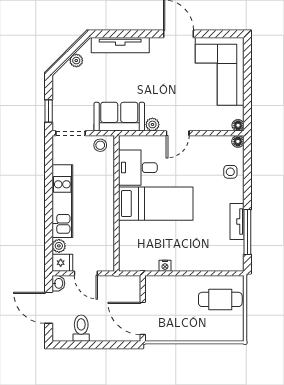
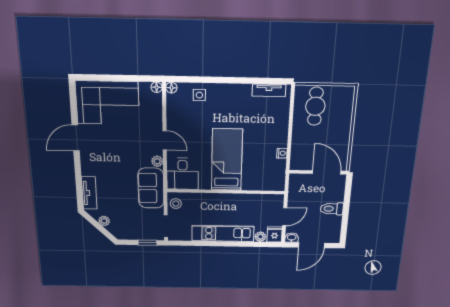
tv unit: (120, 45) -> (89, 193), width x0.71
desk: (138, 168) -> (183, 174), moved
tv unit: (237, 221) -> (269, 90), moved
window: (247, 232) -> (255, 81), removed
door: (143, 318) -> (327, 172), swing flipped
toilet: (81, 328) -> (332, 209), moved

